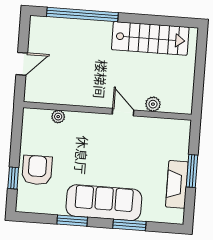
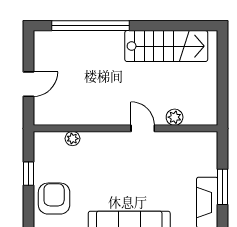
window: (13, 178) -> (29, 174), moved

